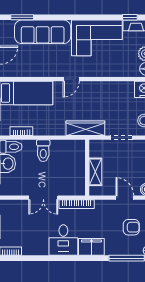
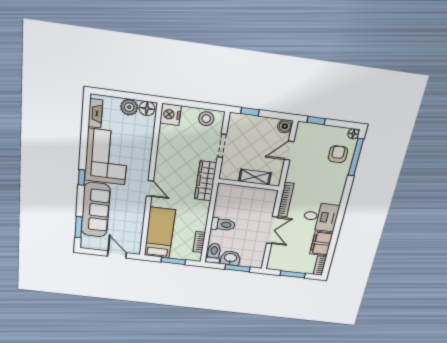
window: (130, 17) -> (82, 177), moved
armchair: (131, 227) -> (338, 154), moved
filing cabinet: (91, 247) -> (321, 243), moved

